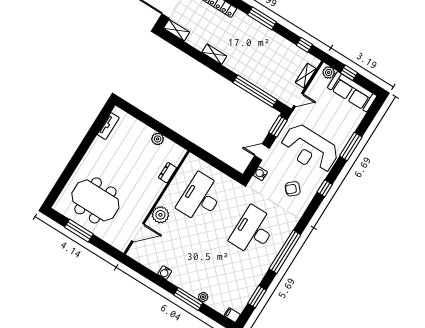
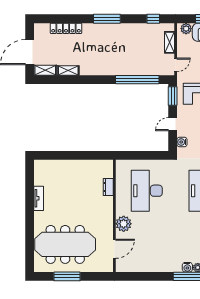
shelving: (214, 54) -> (68, 70), moved
tv unit: (108, 126) -> (39, 198), moved
plant: (158, 139) -> (84, 165), removed
meeting table: (95, 200) -> (65, 244), width x1.36
water cooler: (165, 273) -> (187, 267), moved

